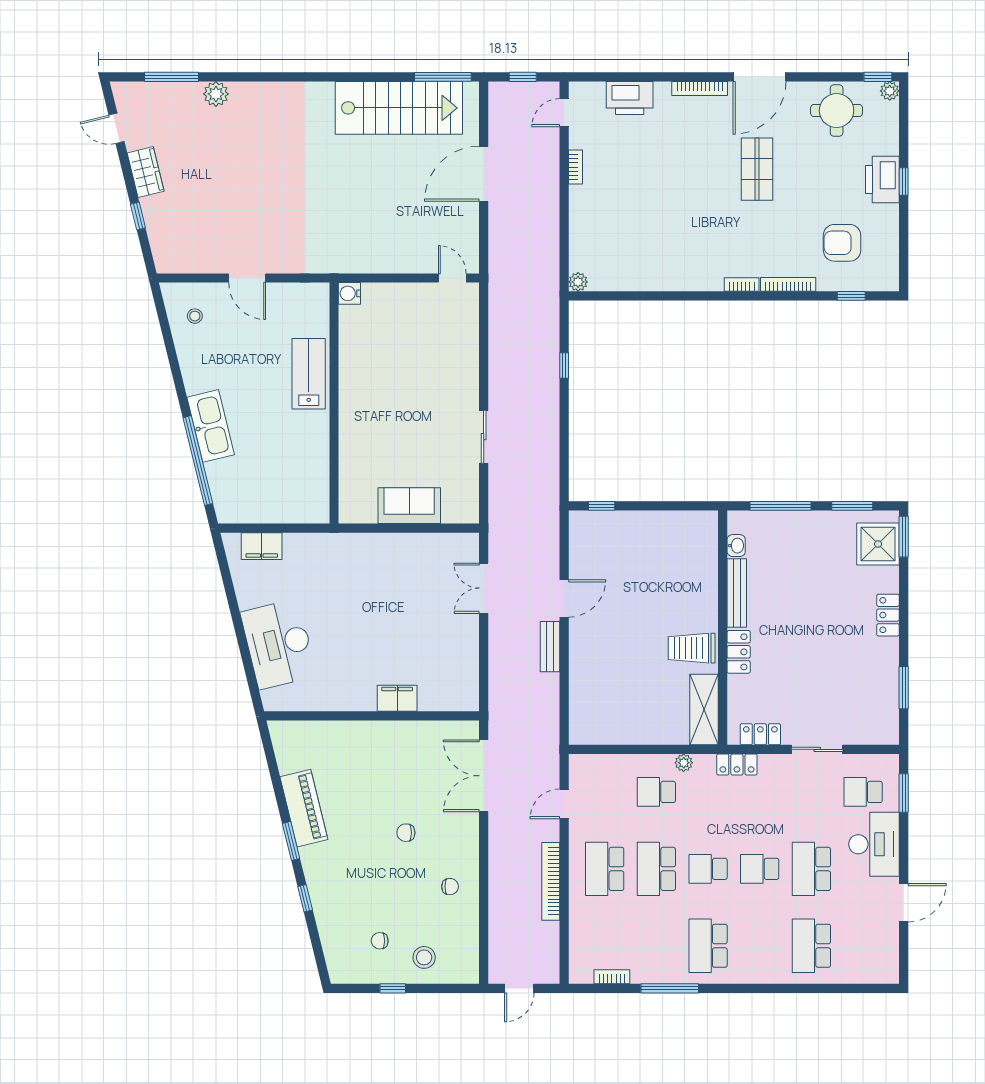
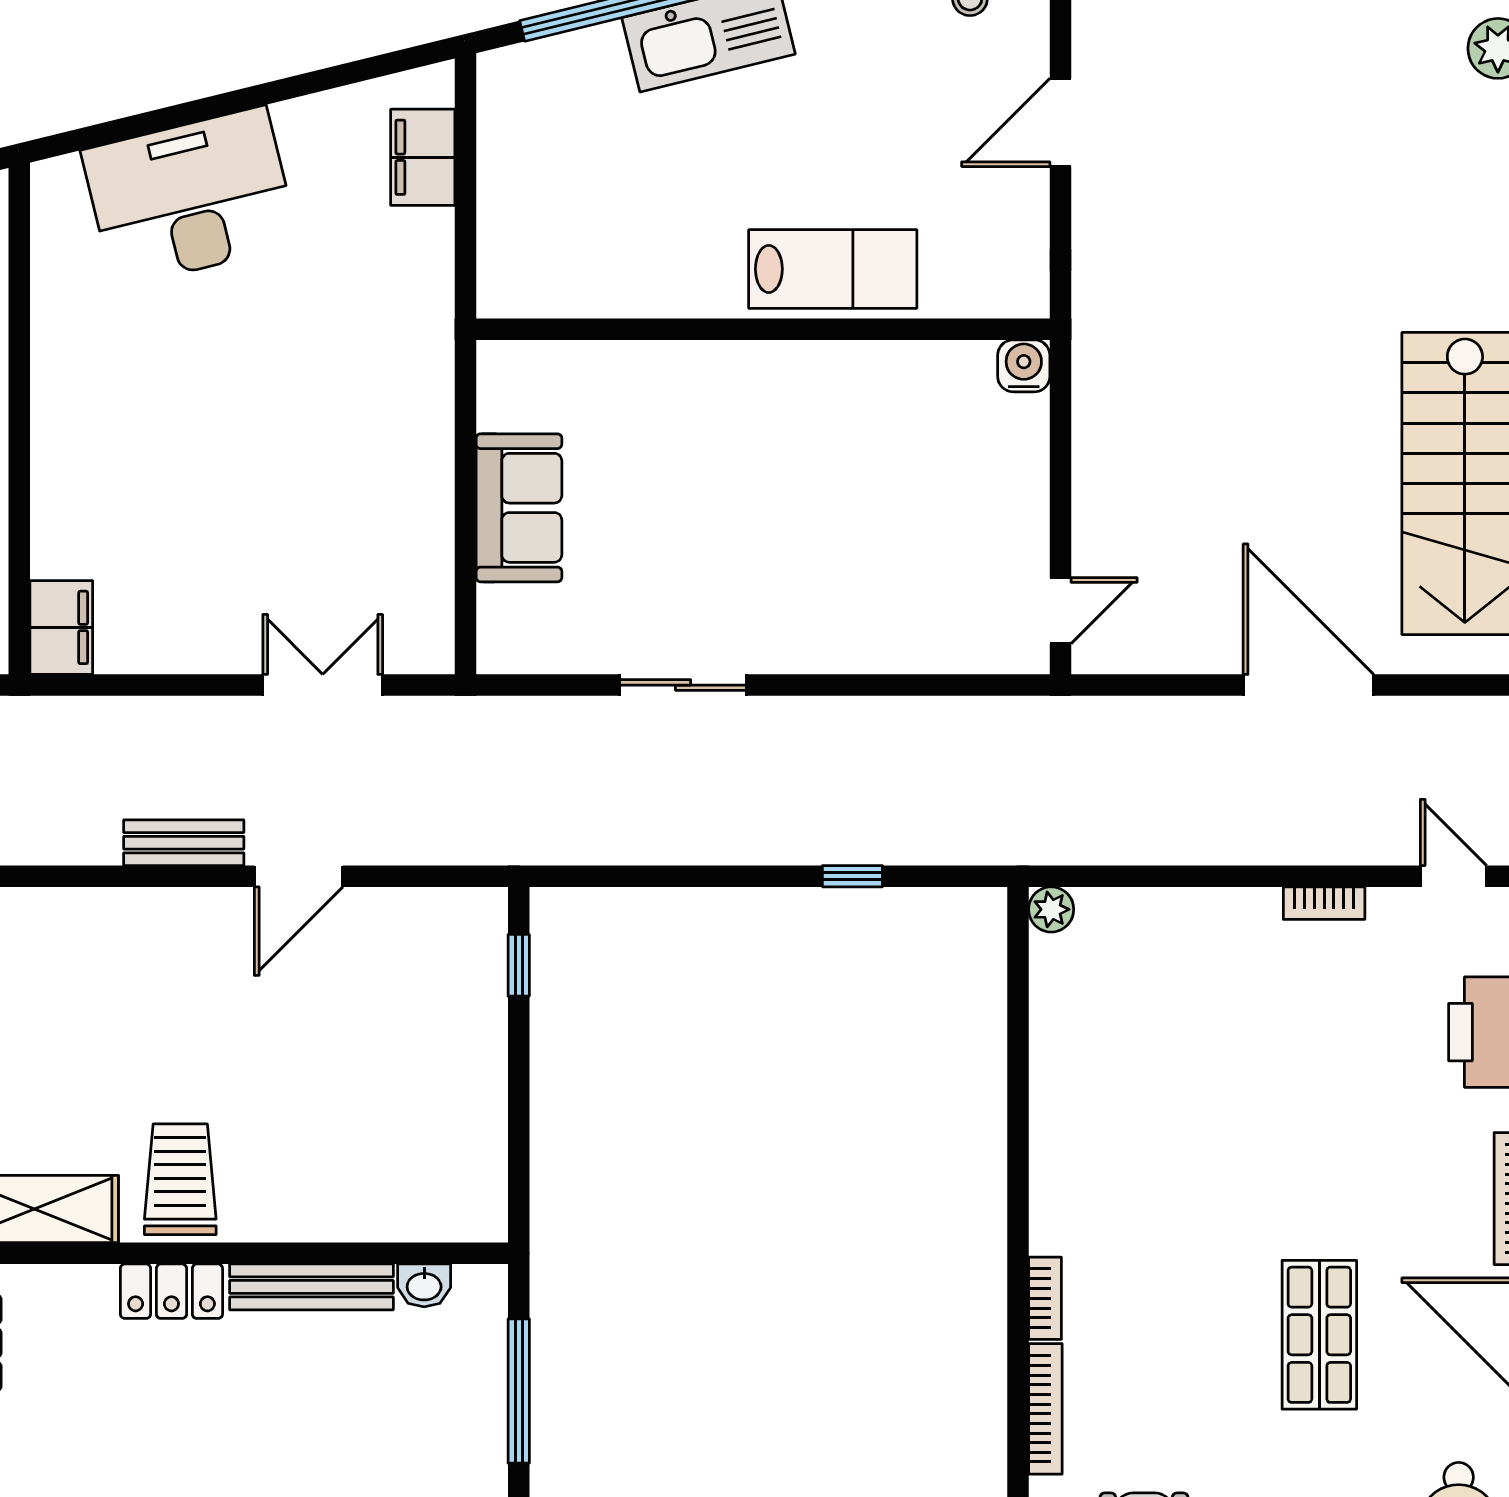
shop shelf: (757, 169) -> (1319, 1335), turned 90
door: (564, 598) -> (299, 876), hinge flipped
filing cabinet: (397, 698) -> (61, 627), moved

